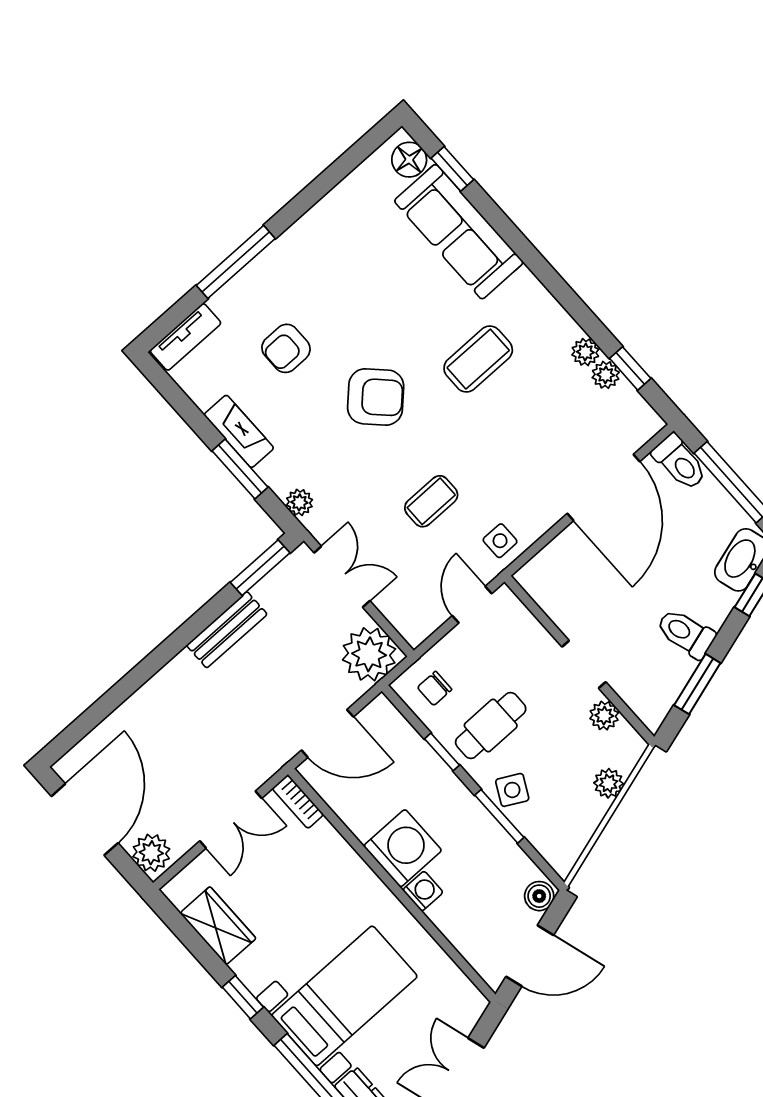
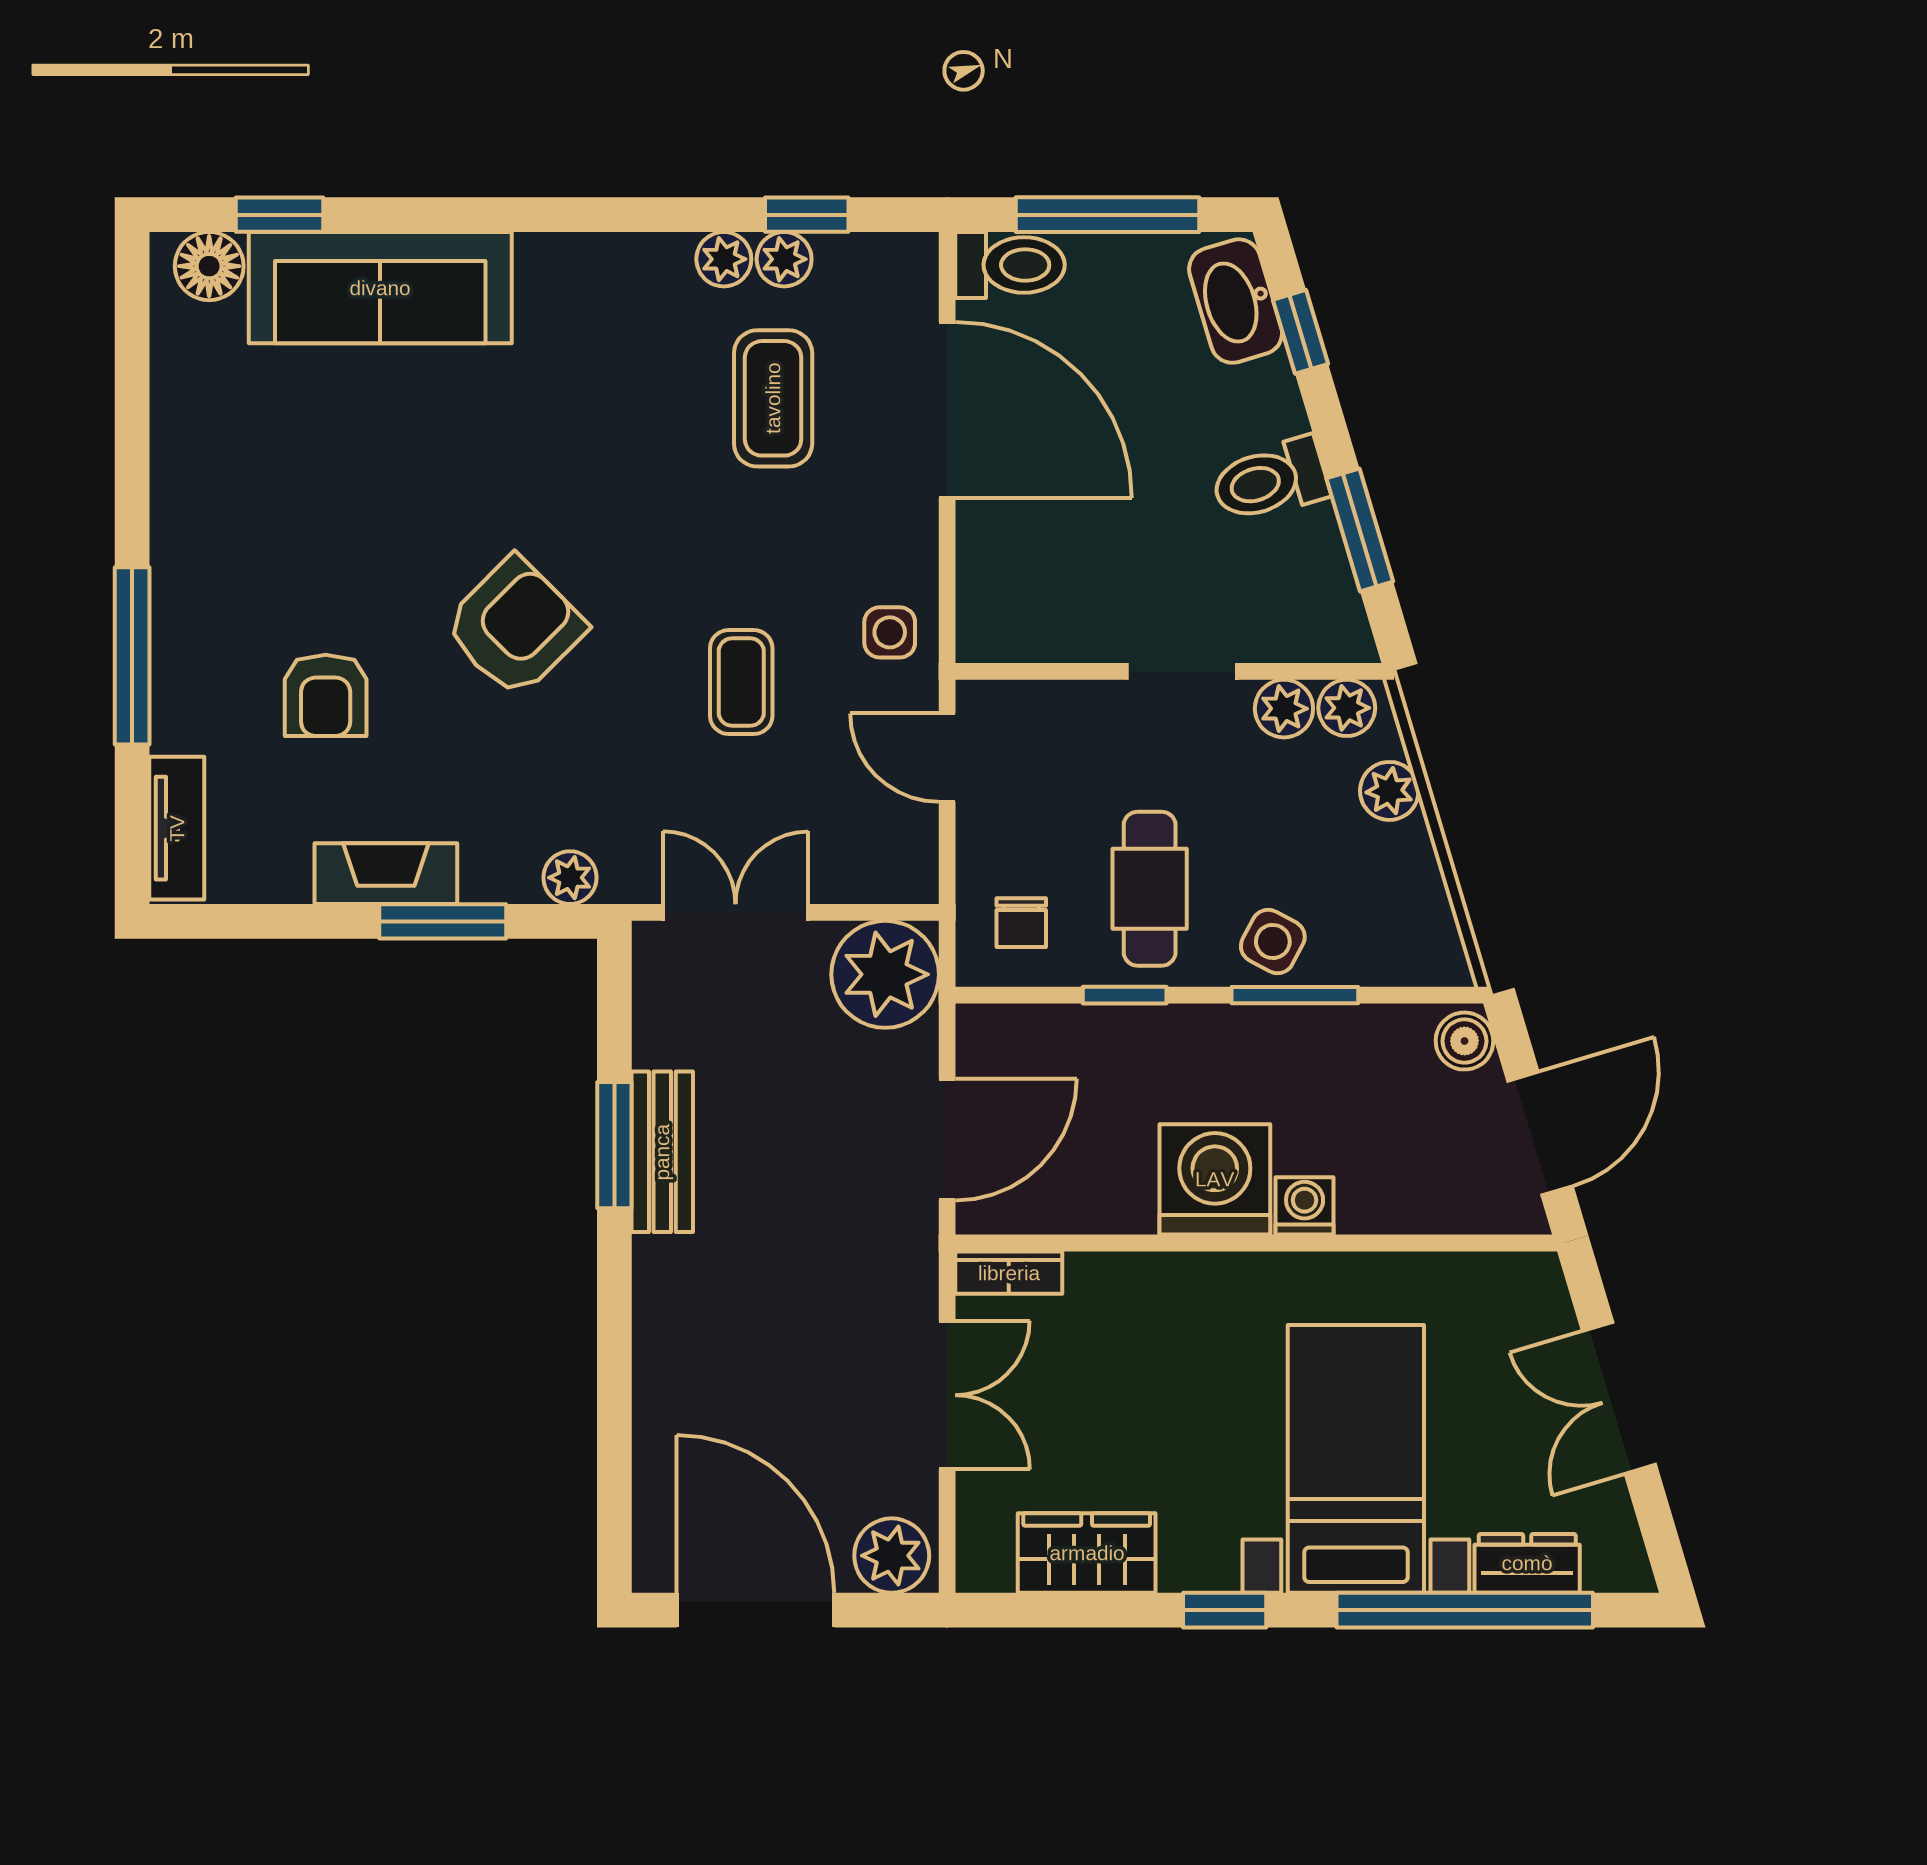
coffee table: (478, 359) -> (773, 398), moved
window: (260, 568) -> (614, 1145), moved
plant: (626, 739) -> (1347, 708), added

